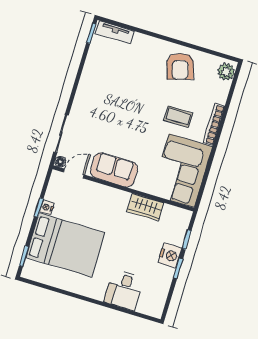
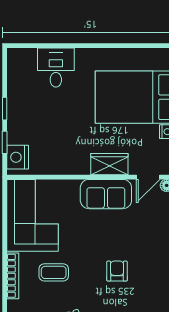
armchair: (124, 102) -> (117, 271), added
wardrobe: (145, 207) -> (109, 164), moved
nightstand: (170, 255) -> (18, 157), moved

